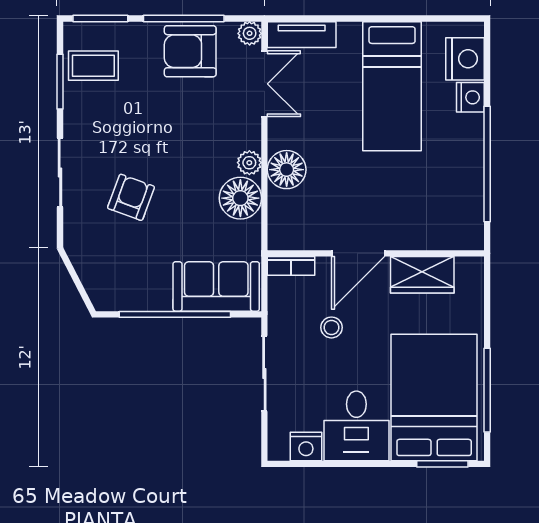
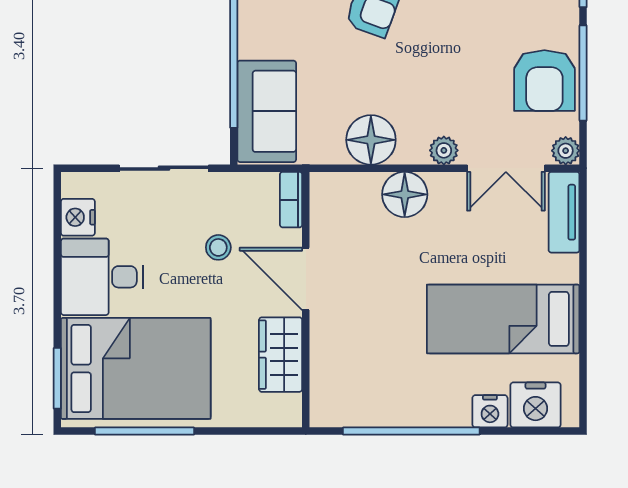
armchair: (190, 51) -> (544, 81), turned 180
plant: (249, 163) -> (444, 150), moved

